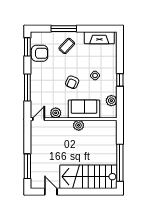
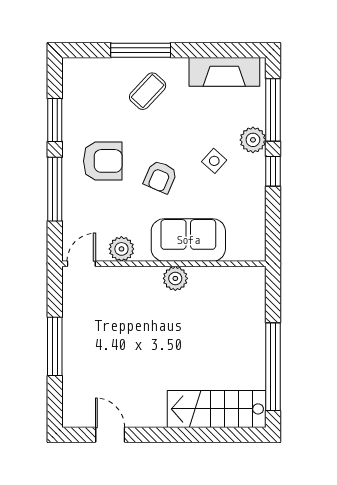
window: (27, 47) -> (55, 120), moved
armchair: (40, 53) -> (103, 161), moved
window: (120, 54) -> (273, 110), added
plant: (111, 101) -> (253, 140), moved
window: (27, 166) -> (55, 346), moved
stairs: (88, 177) -> (217, 409), width x0.73, depth x0.66

